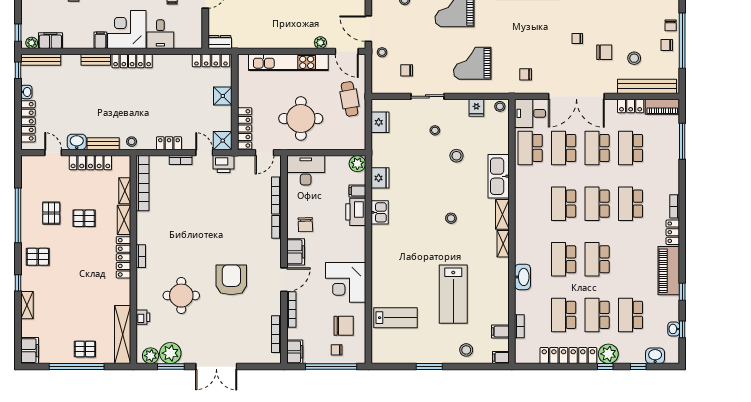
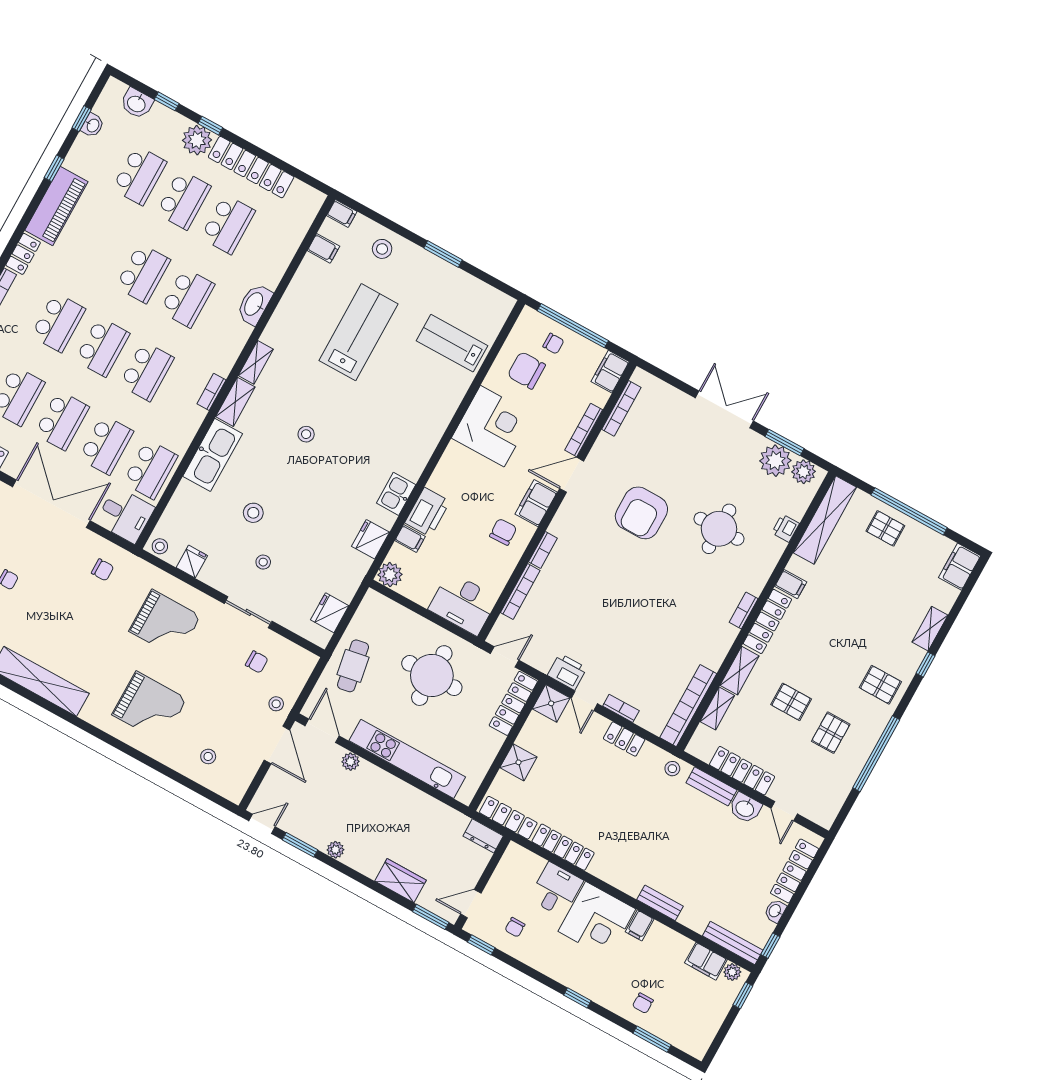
locker: (132, 61) -> (563, 847), moved
filing cabinet: (122, 286) -> (791, 584), added
bookcase: (519, 326) -> (211, 392), moved

